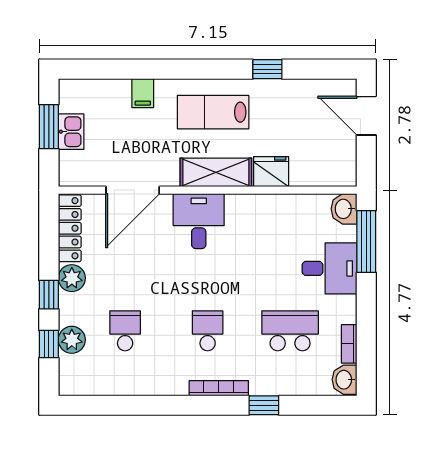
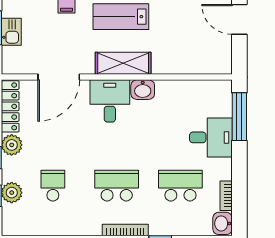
fridge: (271, 172) -> (166, 63), removed
washbasin: (344, 209) -> (143, 90), moved, turned -90
school desk: (208, 331) -> (117, 186), width x1.85

